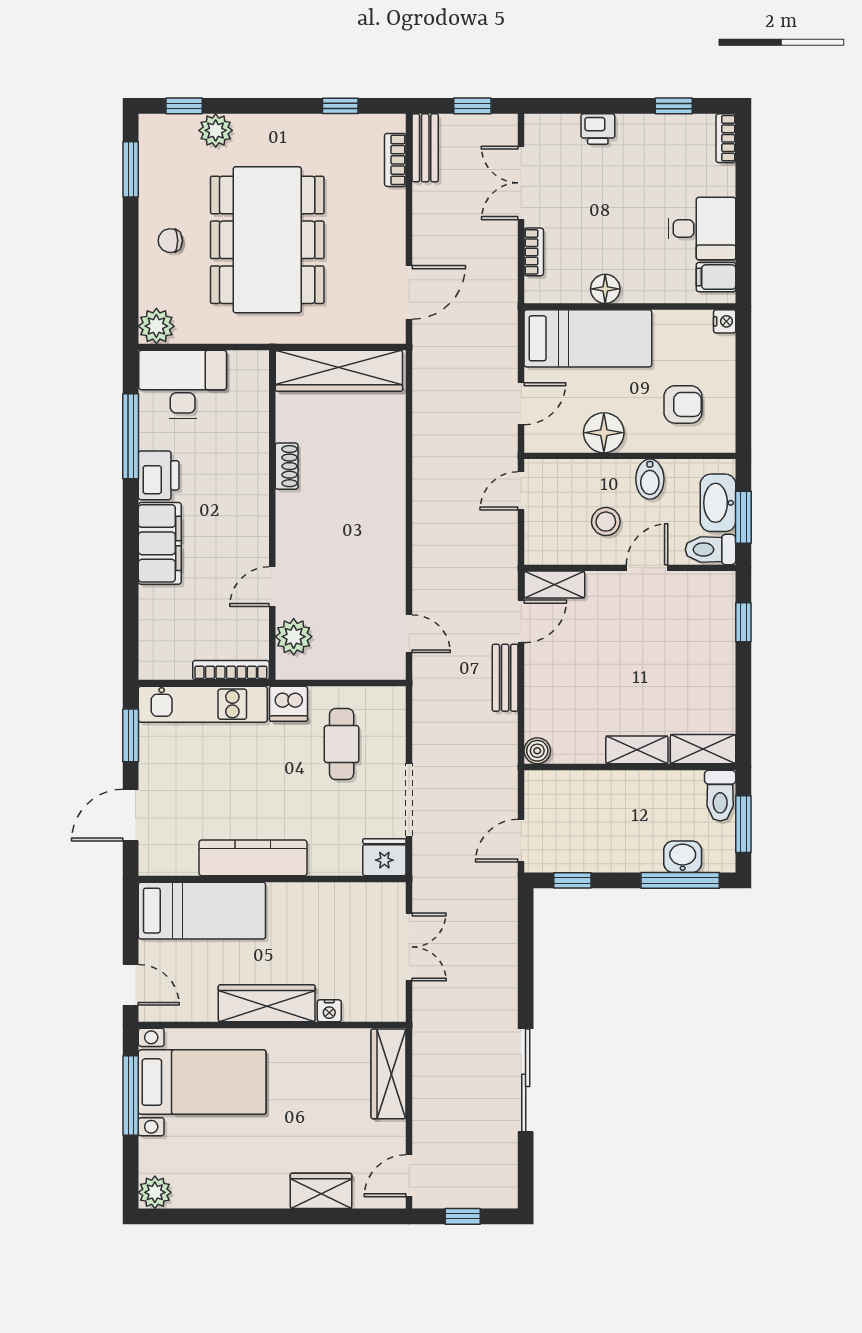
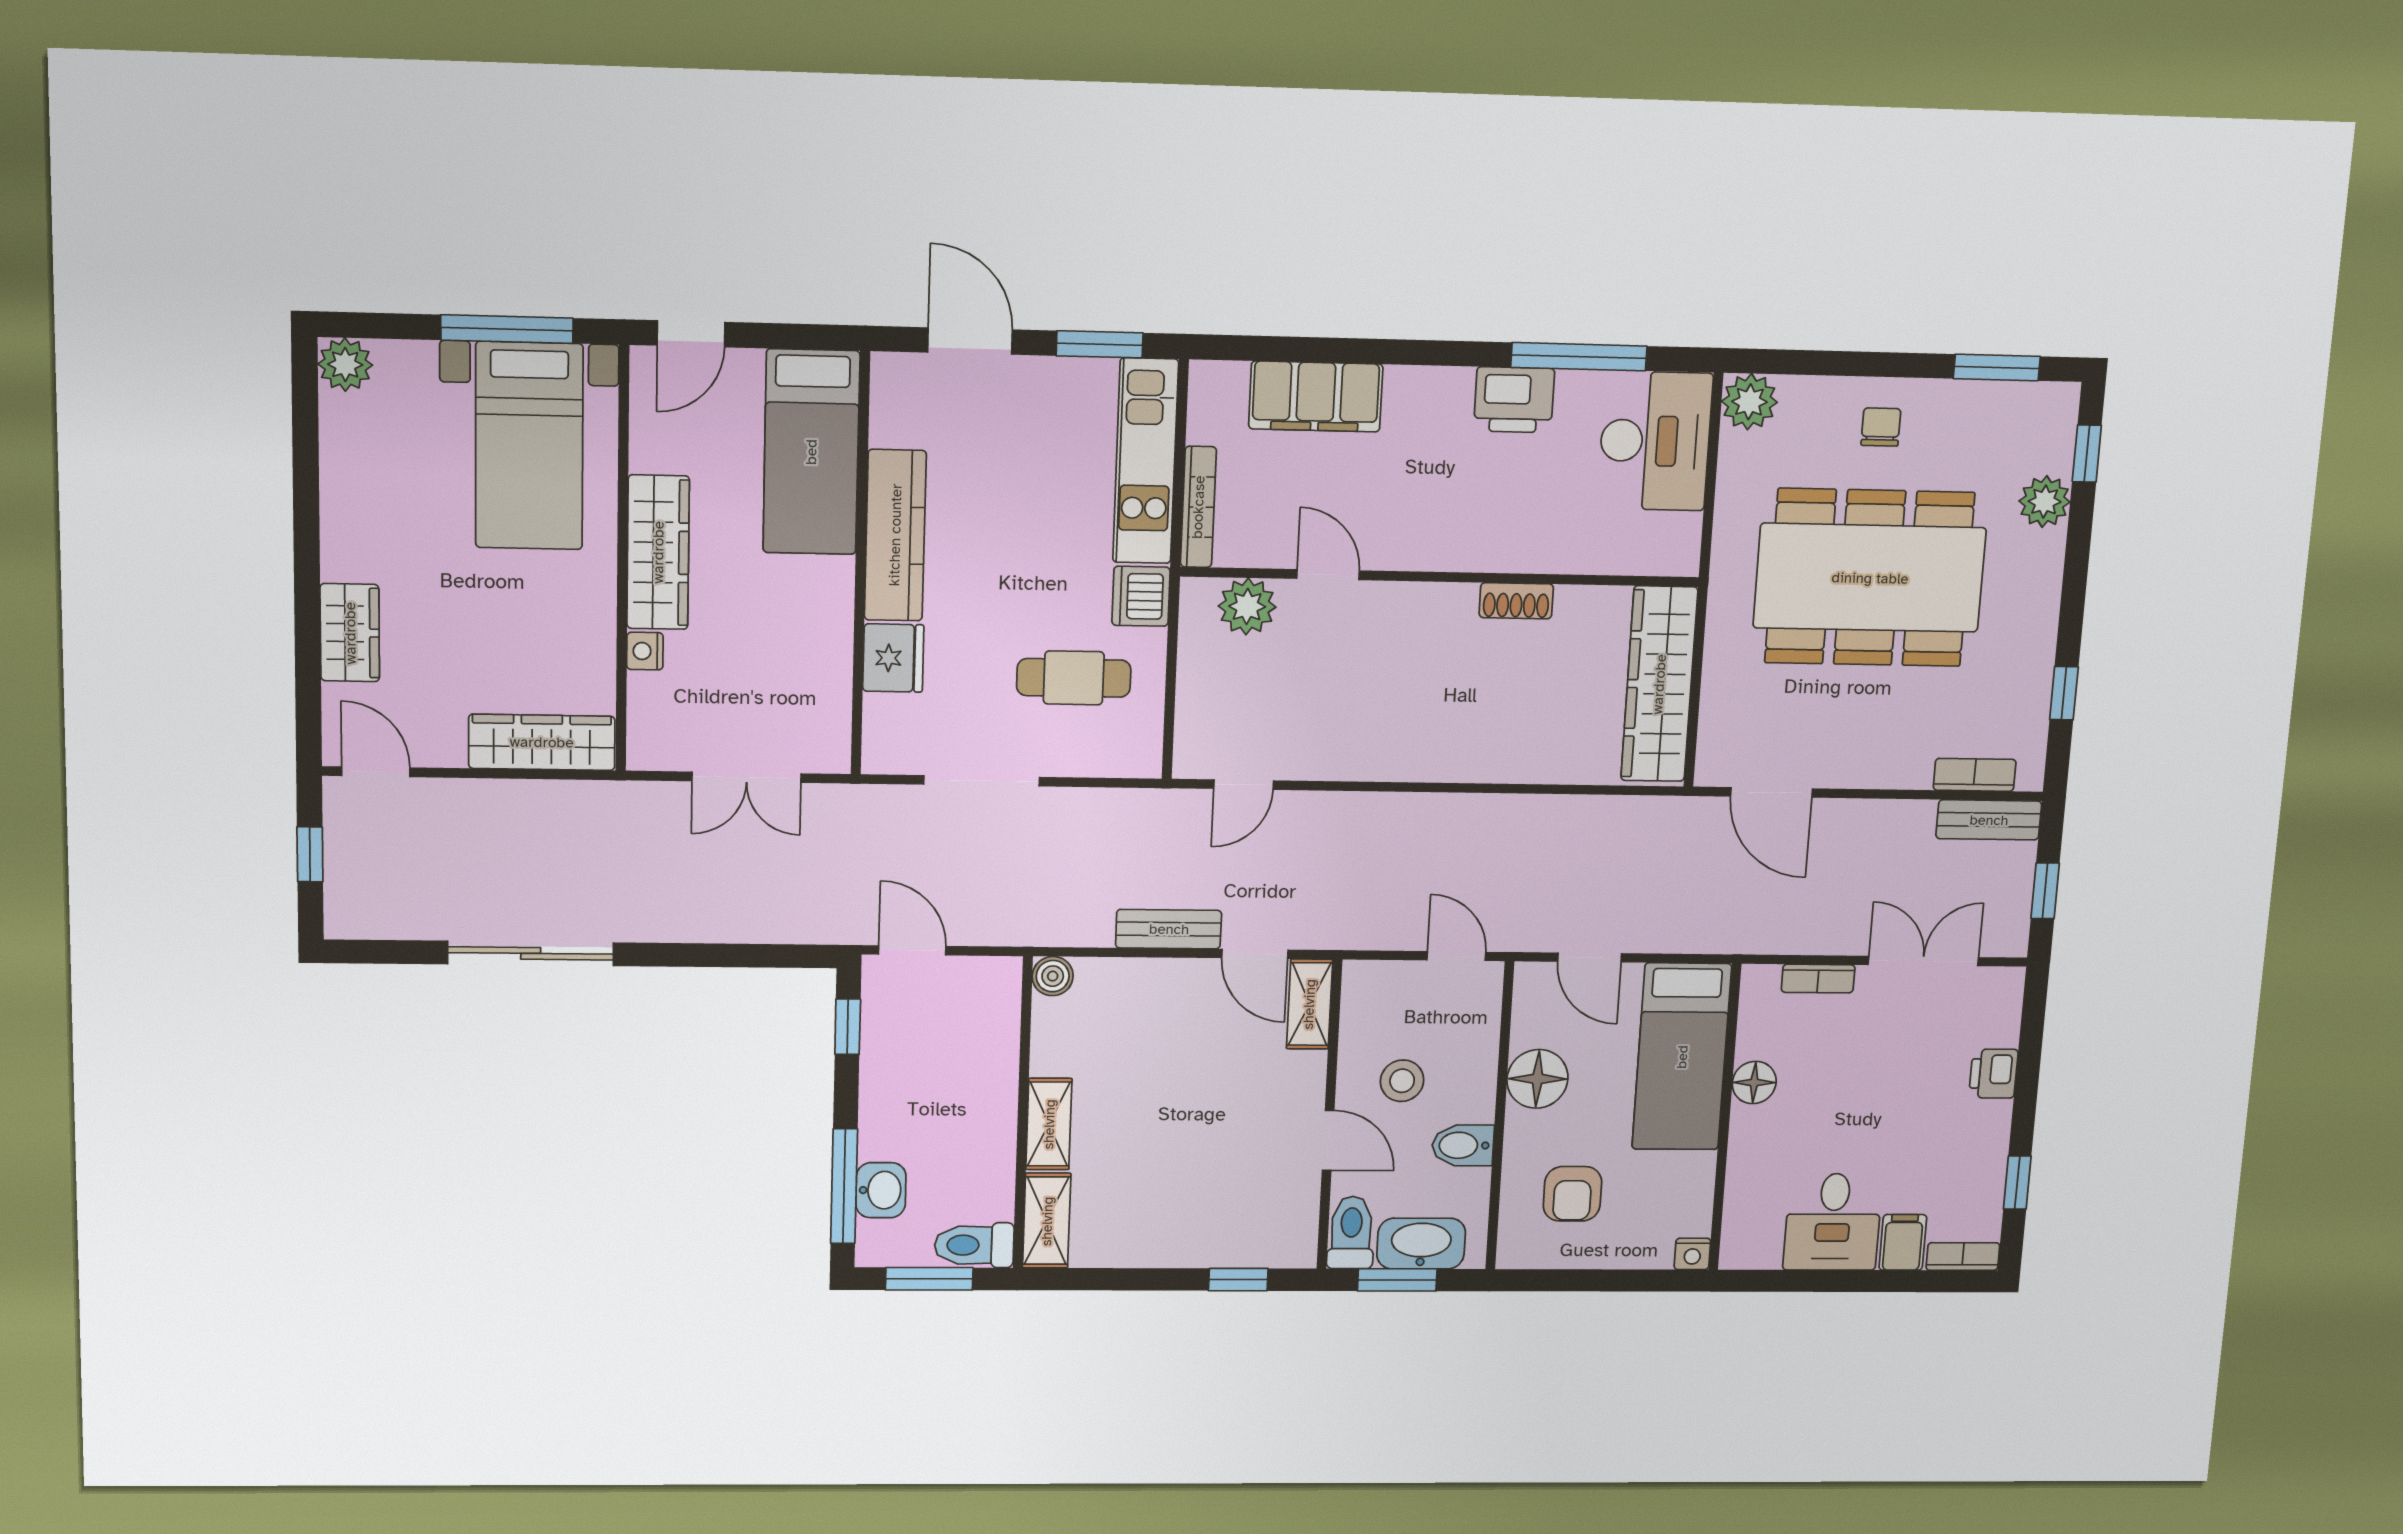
filing cabinet: (716, 277) -> (1903, 1242), moved
filing cabinet: (160, 543) -> (1316, 396), moved
fridge: (384, 857) -> (893, 658), moved

